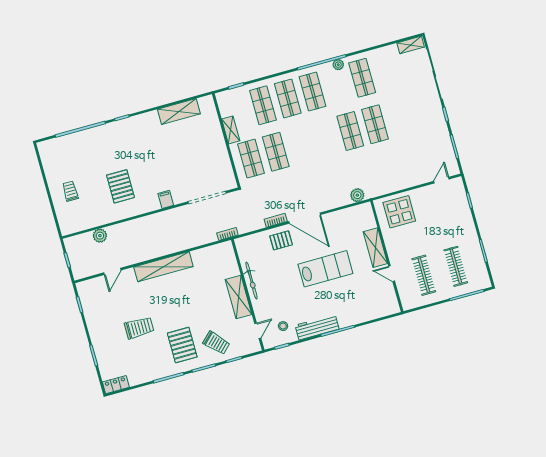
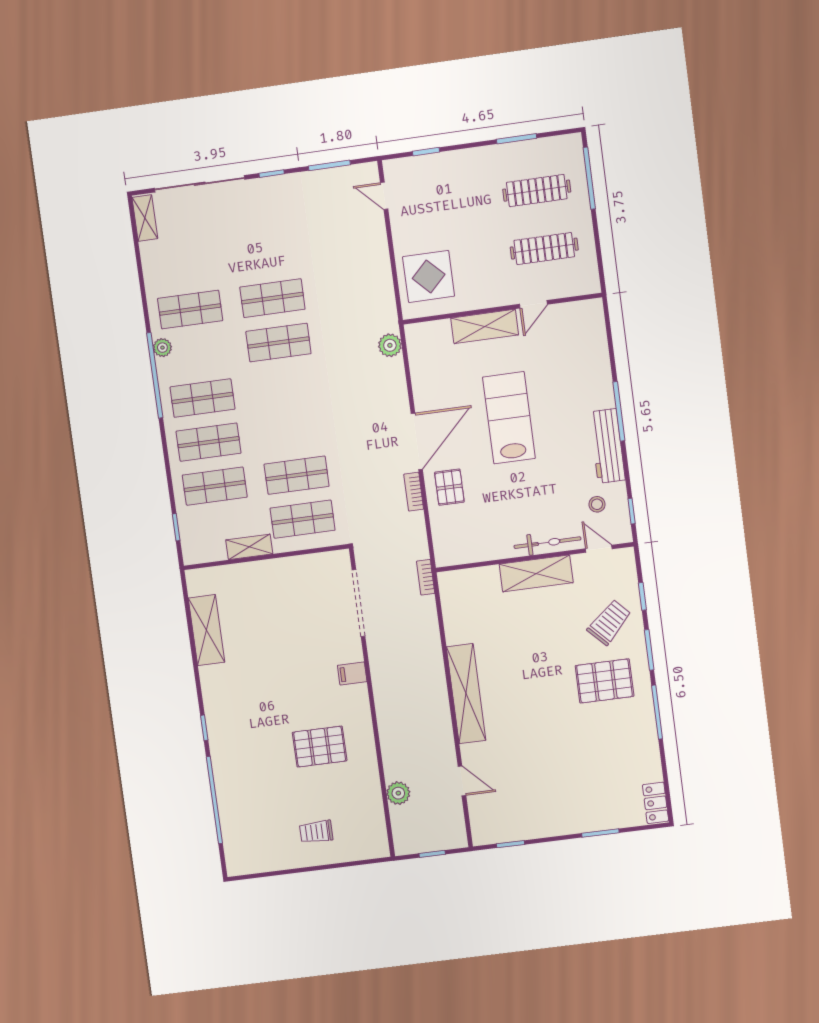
bicycle: (251, 281) -> (547, 543), moved
trolley: (139, 328) -> (564, 750), removed

